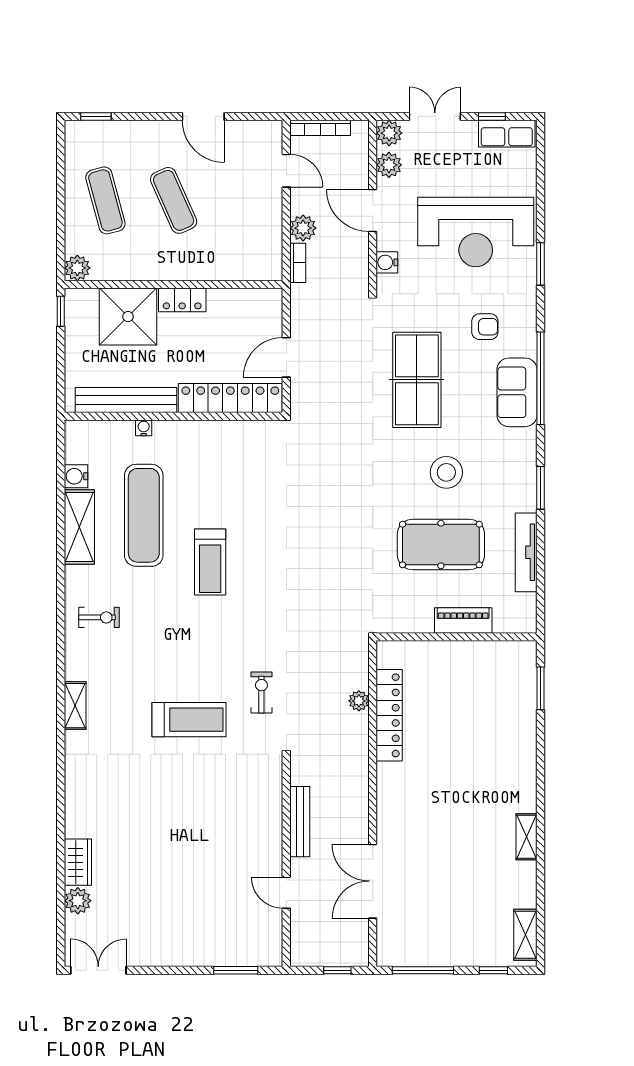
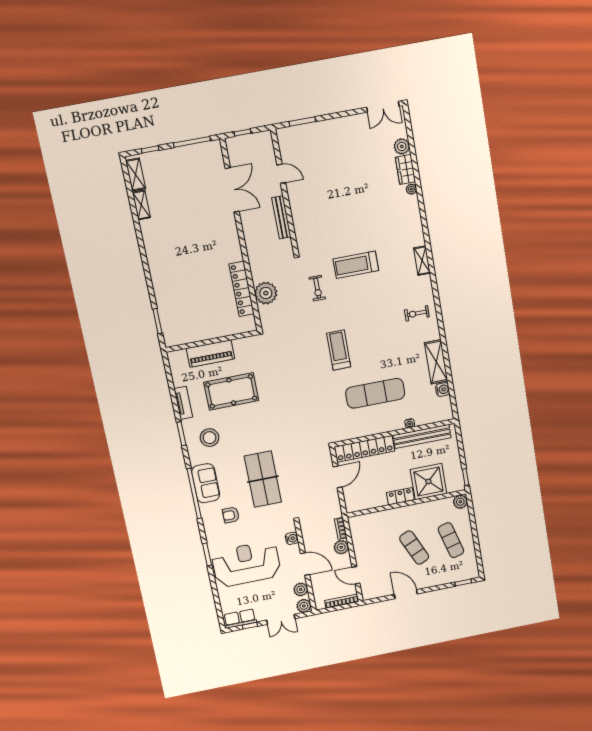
stool: (446, 472) -> (210, 438), moved
exercise mat: (144, 515) -> (375, 393), moved, turned 90
tv unit: (526, 552) -> (183, 403), width x0.71
treadmill: (210, 562) -> (339, 350), moved
piano: (463, 621) -> (210, 354), width x1.37, depth x1.33
plant: (359, 701) -> (266, 293), width x1.87, depth x1.87
plant: (73, 828) -> (411, 189), added
shelving: (526, 837) -> (141, 205), moved

